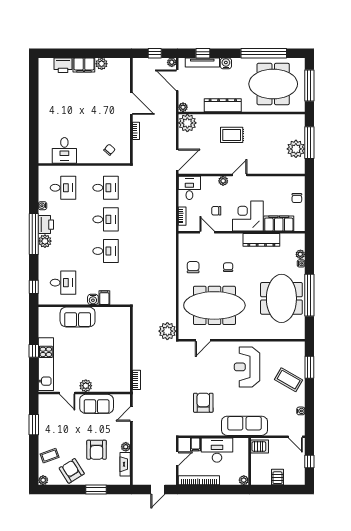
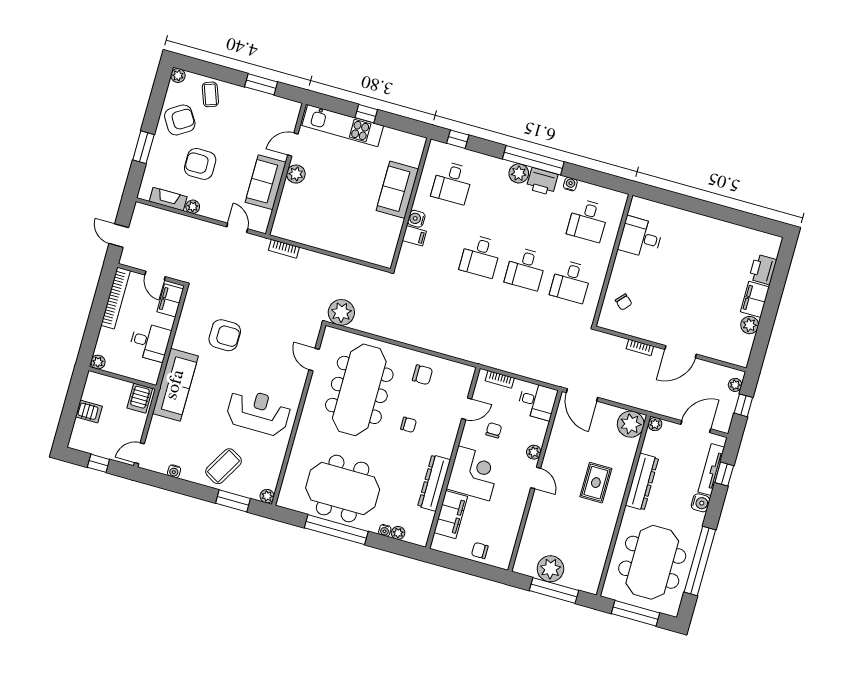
plant: (172, 62) -> (735, 385), moved
plant: (300, 346) -> (267, 496), added
filing cabinet: (196, 444) -> (170, 300), width x2.00
desk: (217, 450) -> (150, 342), width x0.73

